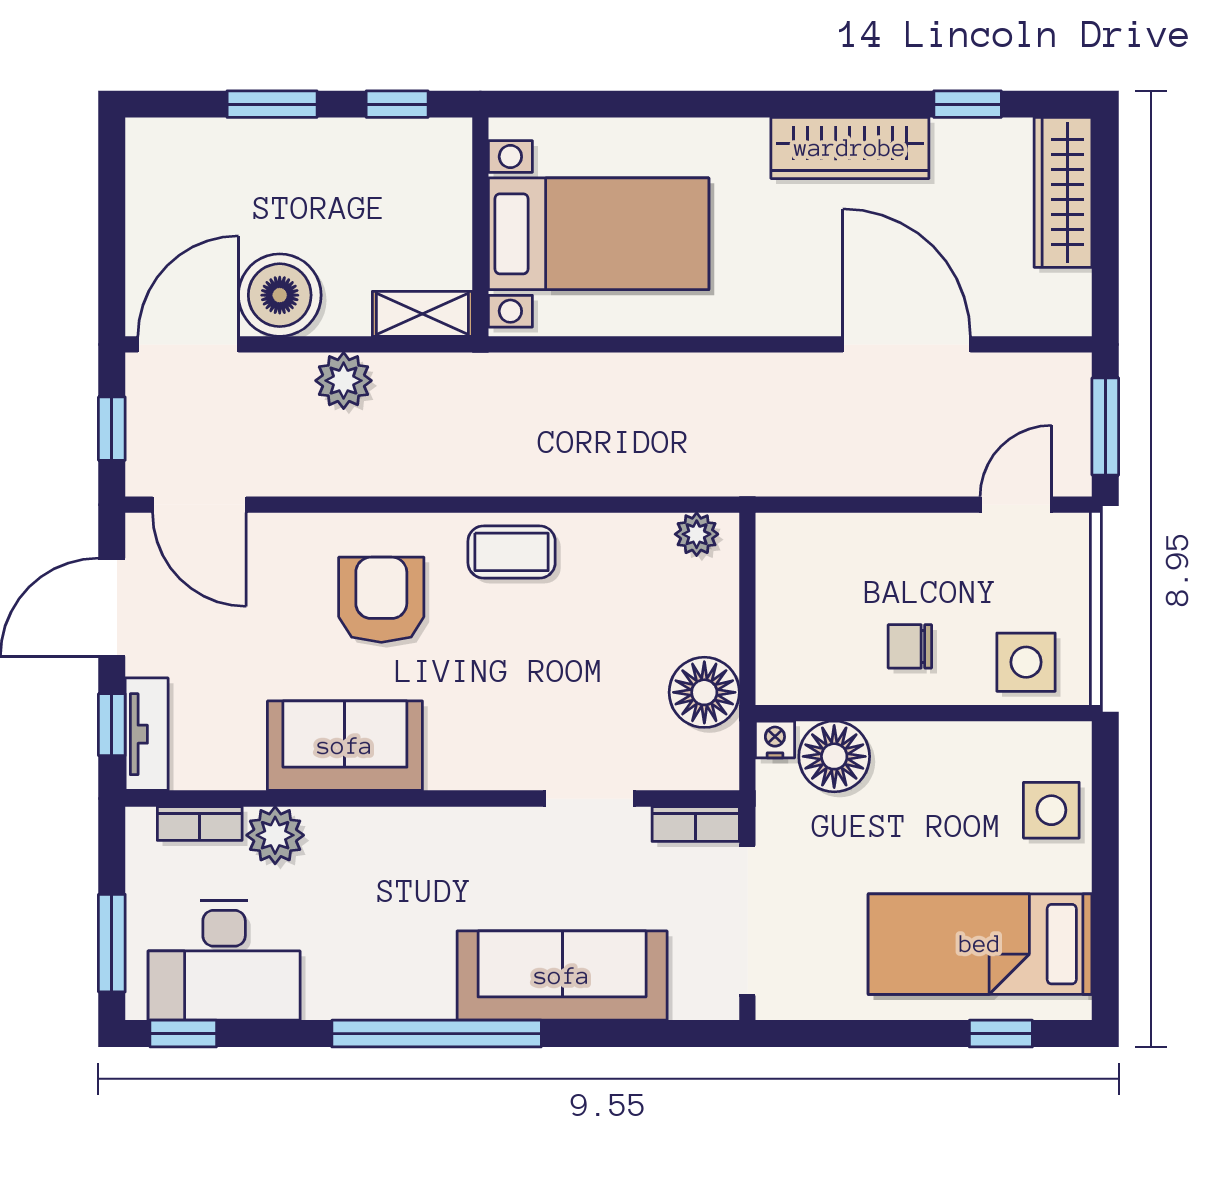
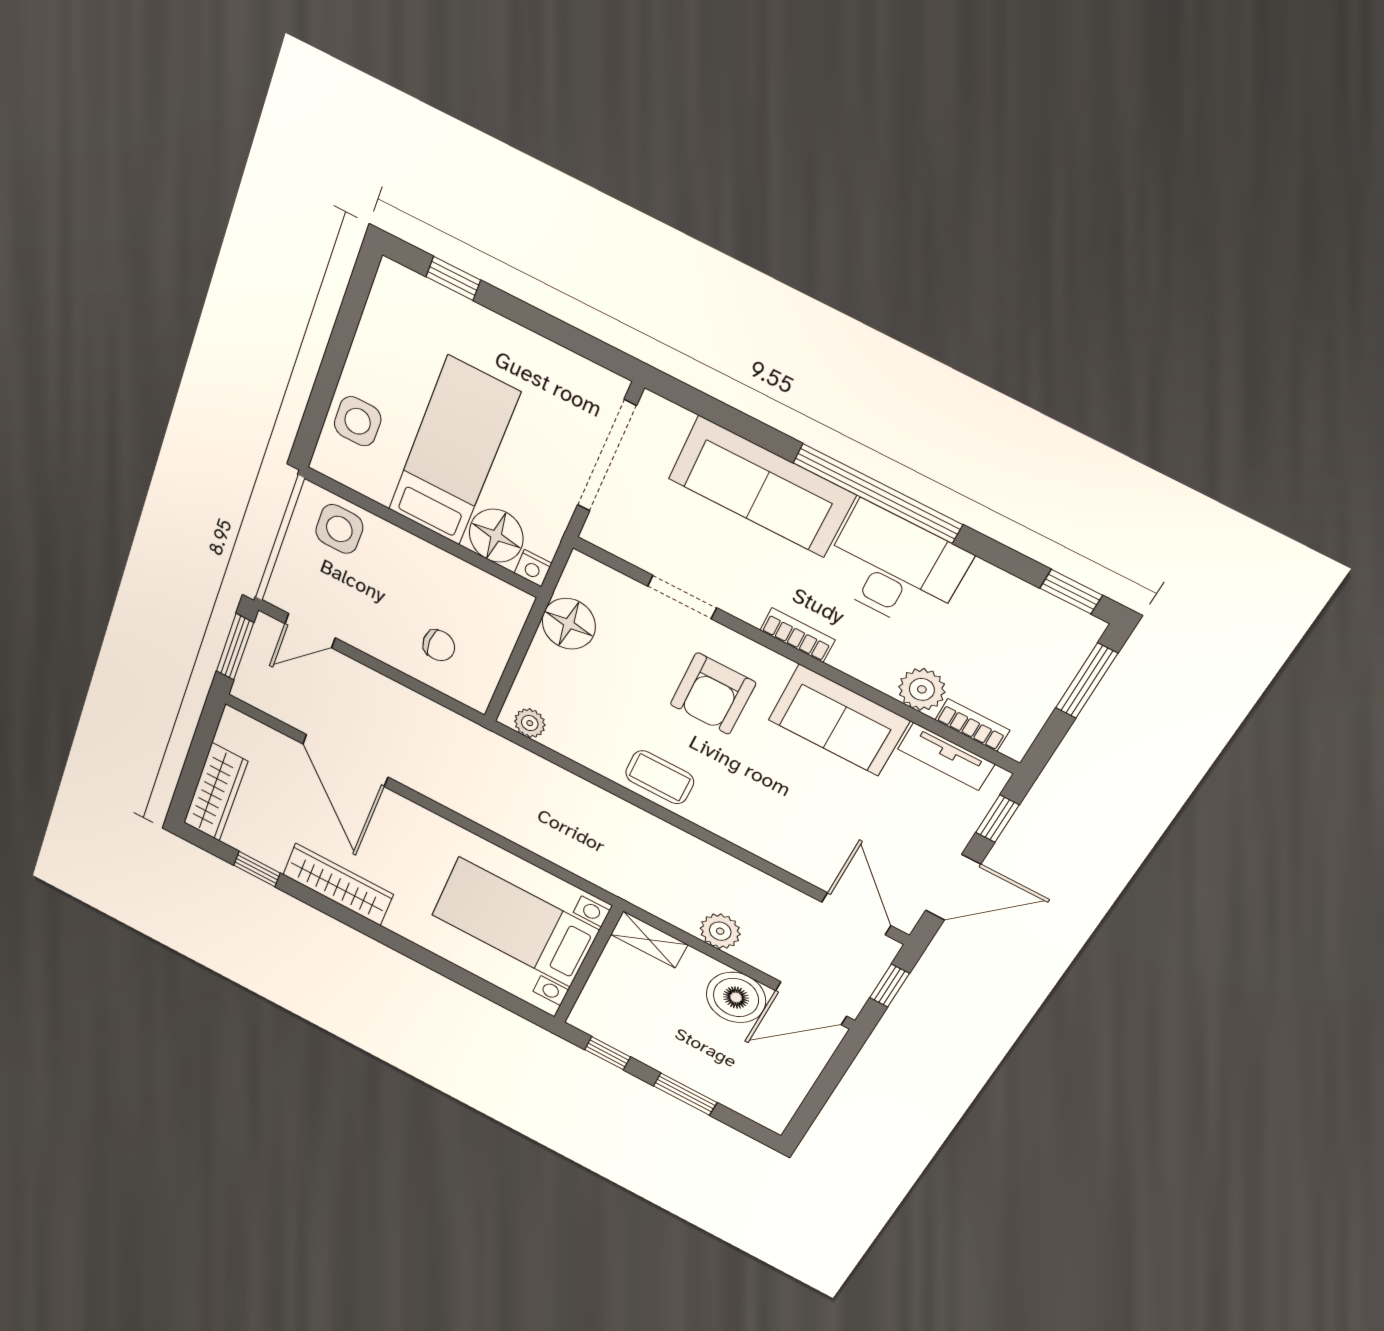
armchair: (381, 600) -> (713, 694), moved
chair: (910, 646) -> (439, 645), moved
tv unit: (147, 734) -> (946, 757), moved, turned -90
bookcase: (696, 824) -> (797, 635), moved
bed: (980, 944) -> (453, 452), moved, turned -90
desk: (224, 960) -> (895, 568), moved

